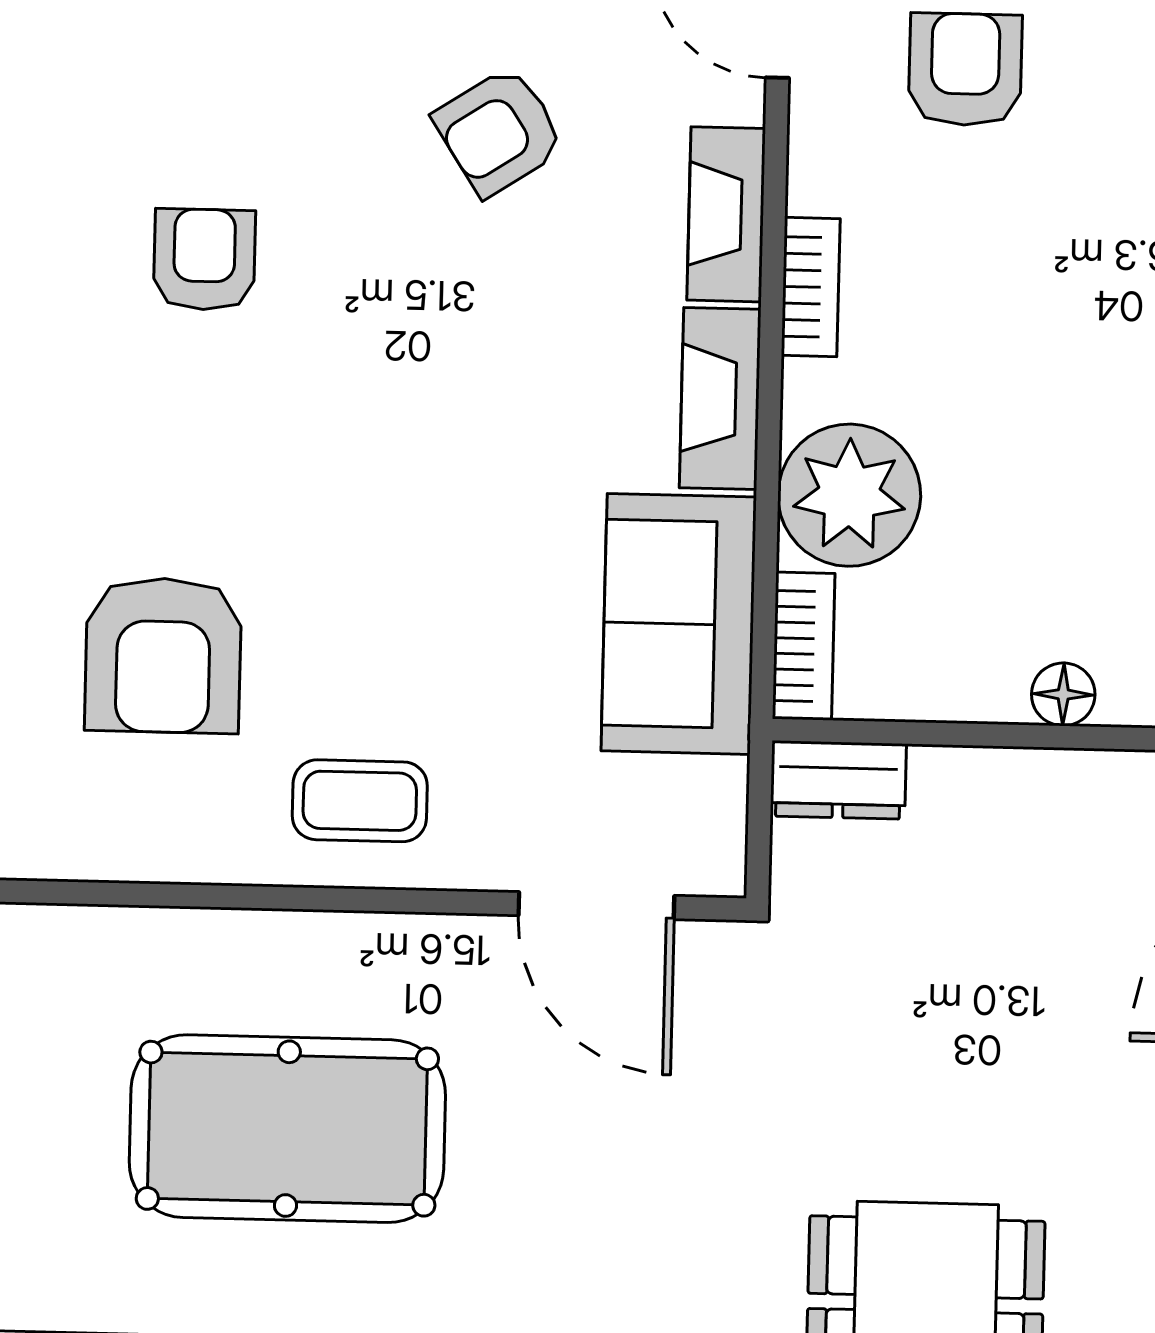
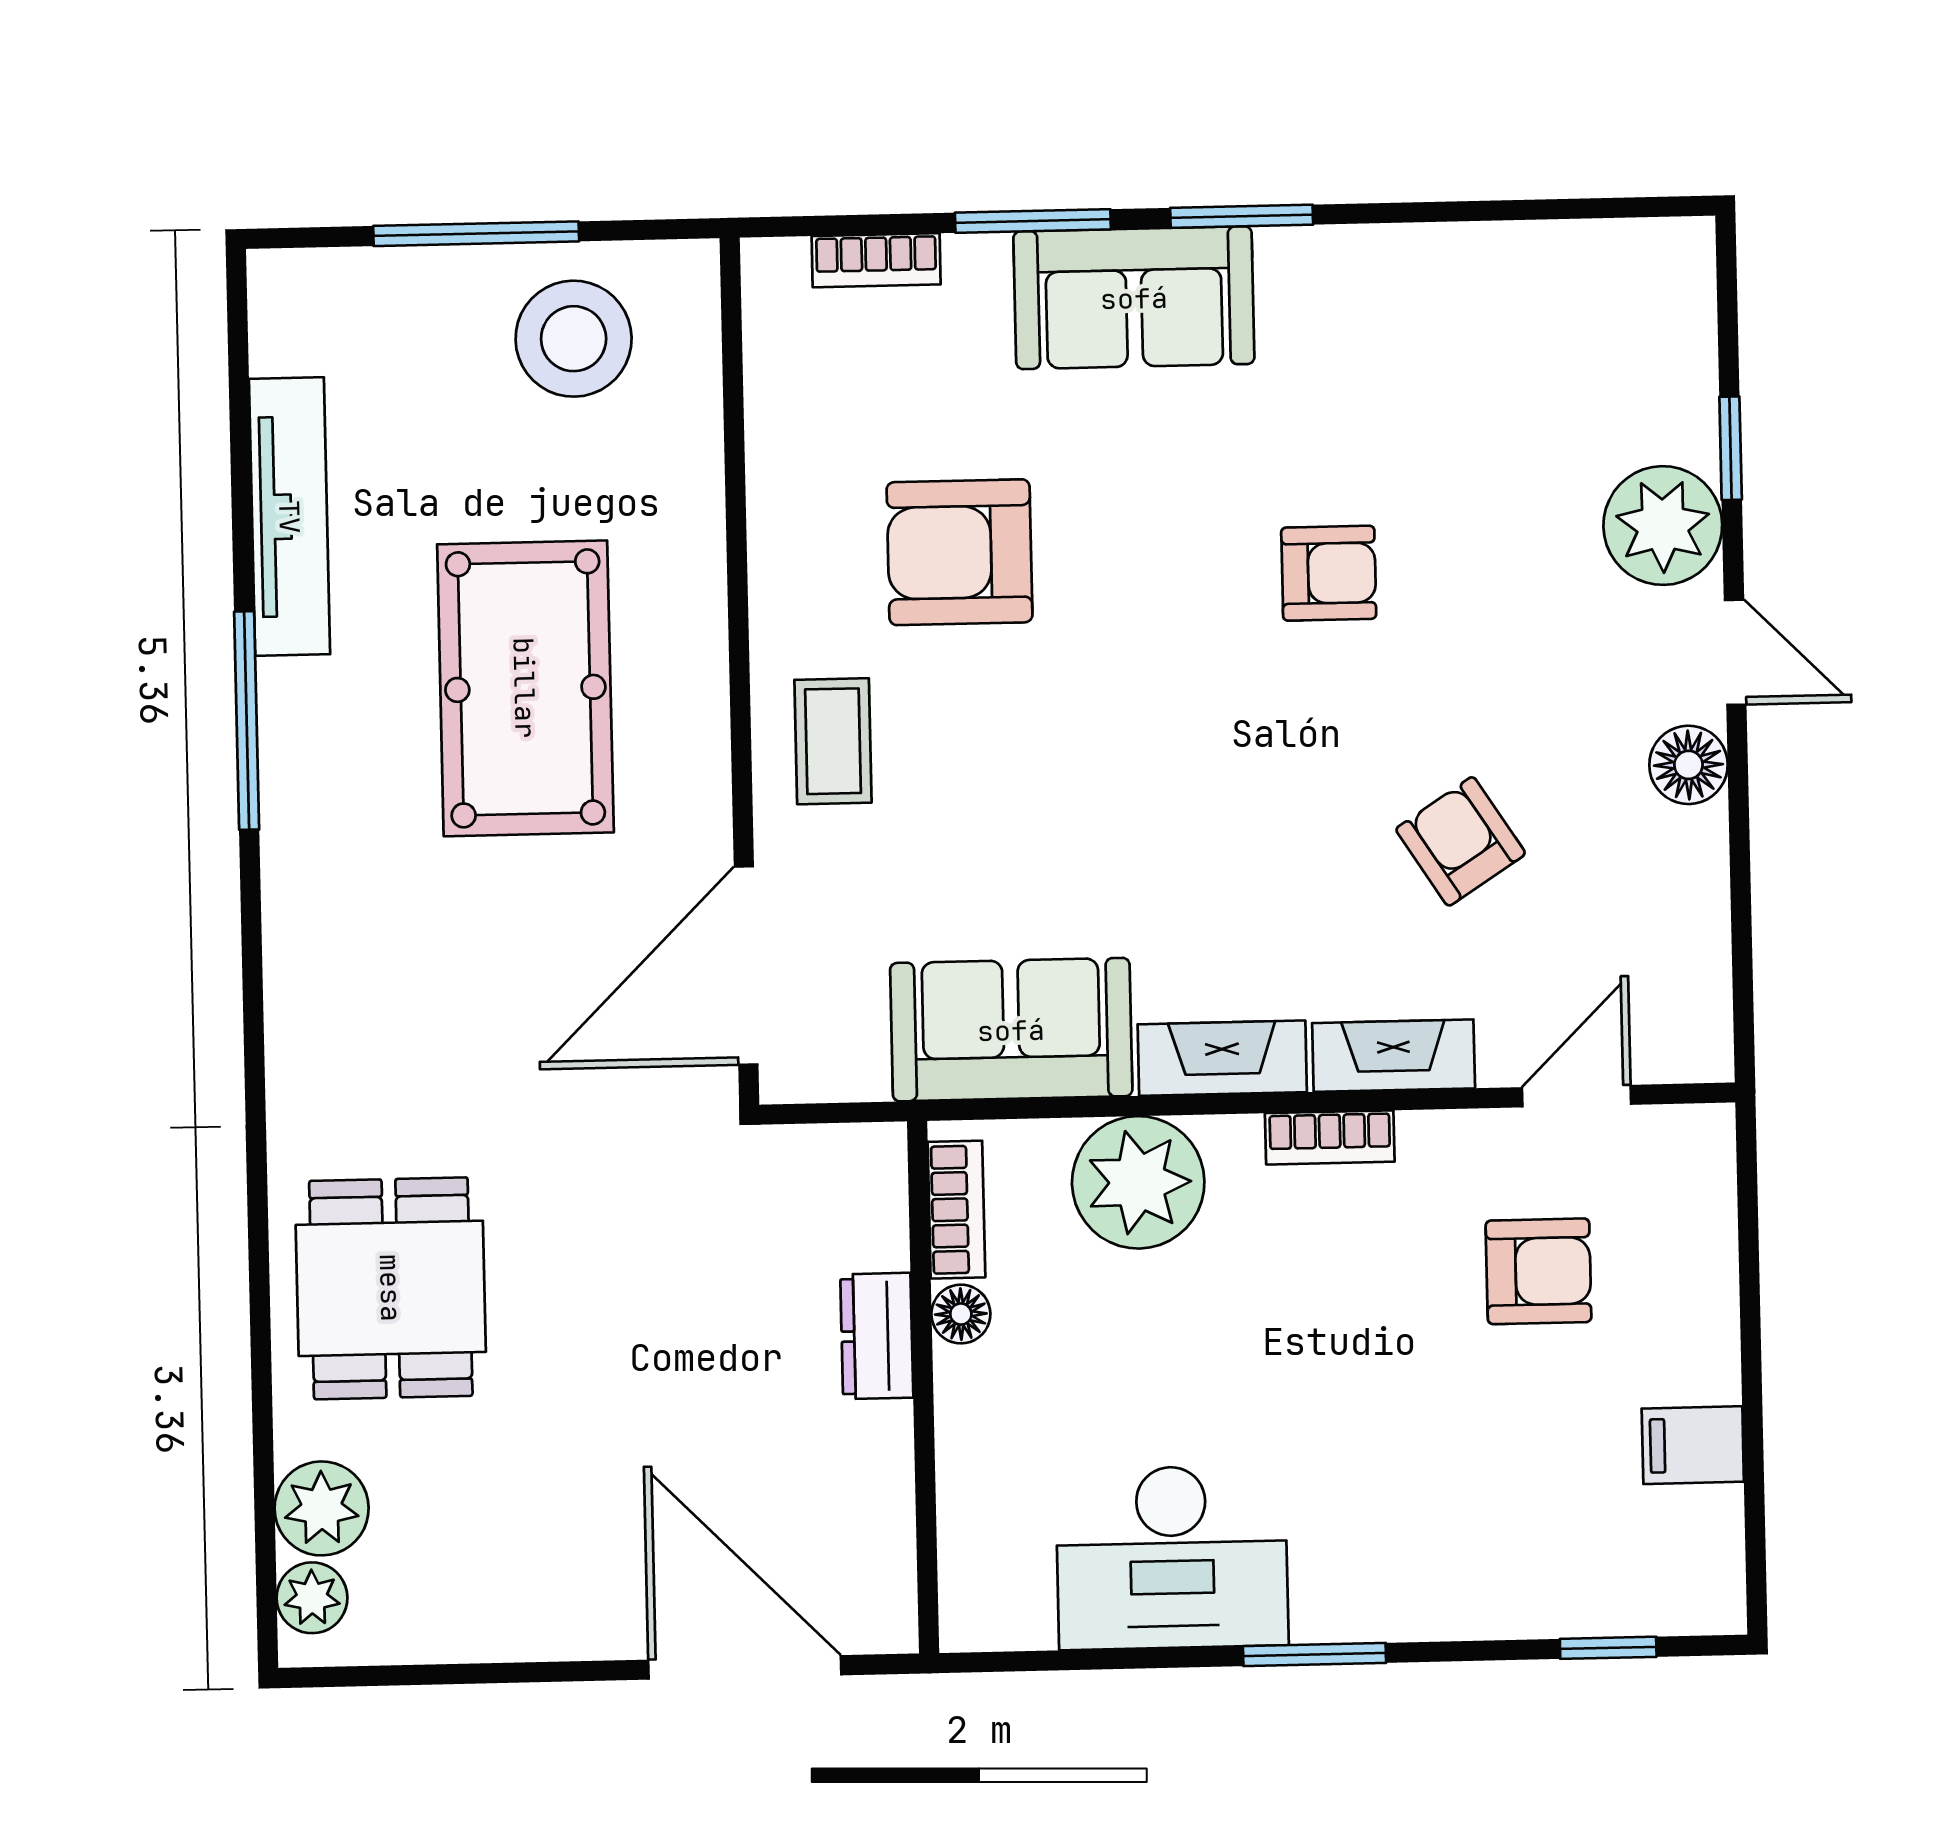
bookcase: (804, 646) -> (956, 1210), moved, turned -90
floor lamp: (1063, 694) -> (961, 1314), moved
dresser: (838, 780) -> (877, 1336), moved
door: (596, 906) -> (746, 965), width x1.36

